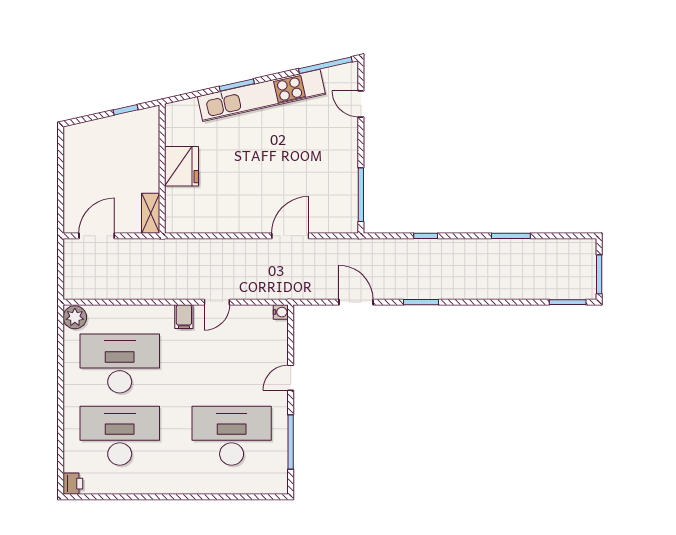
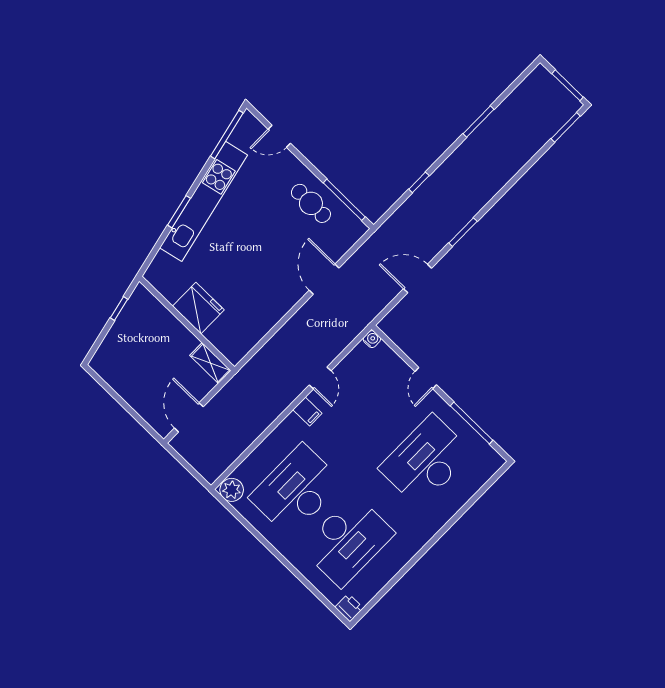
cafe table: (335, 173) -> (311, 203), added
desk: (120, 436) -> (348, 541), turned 180

